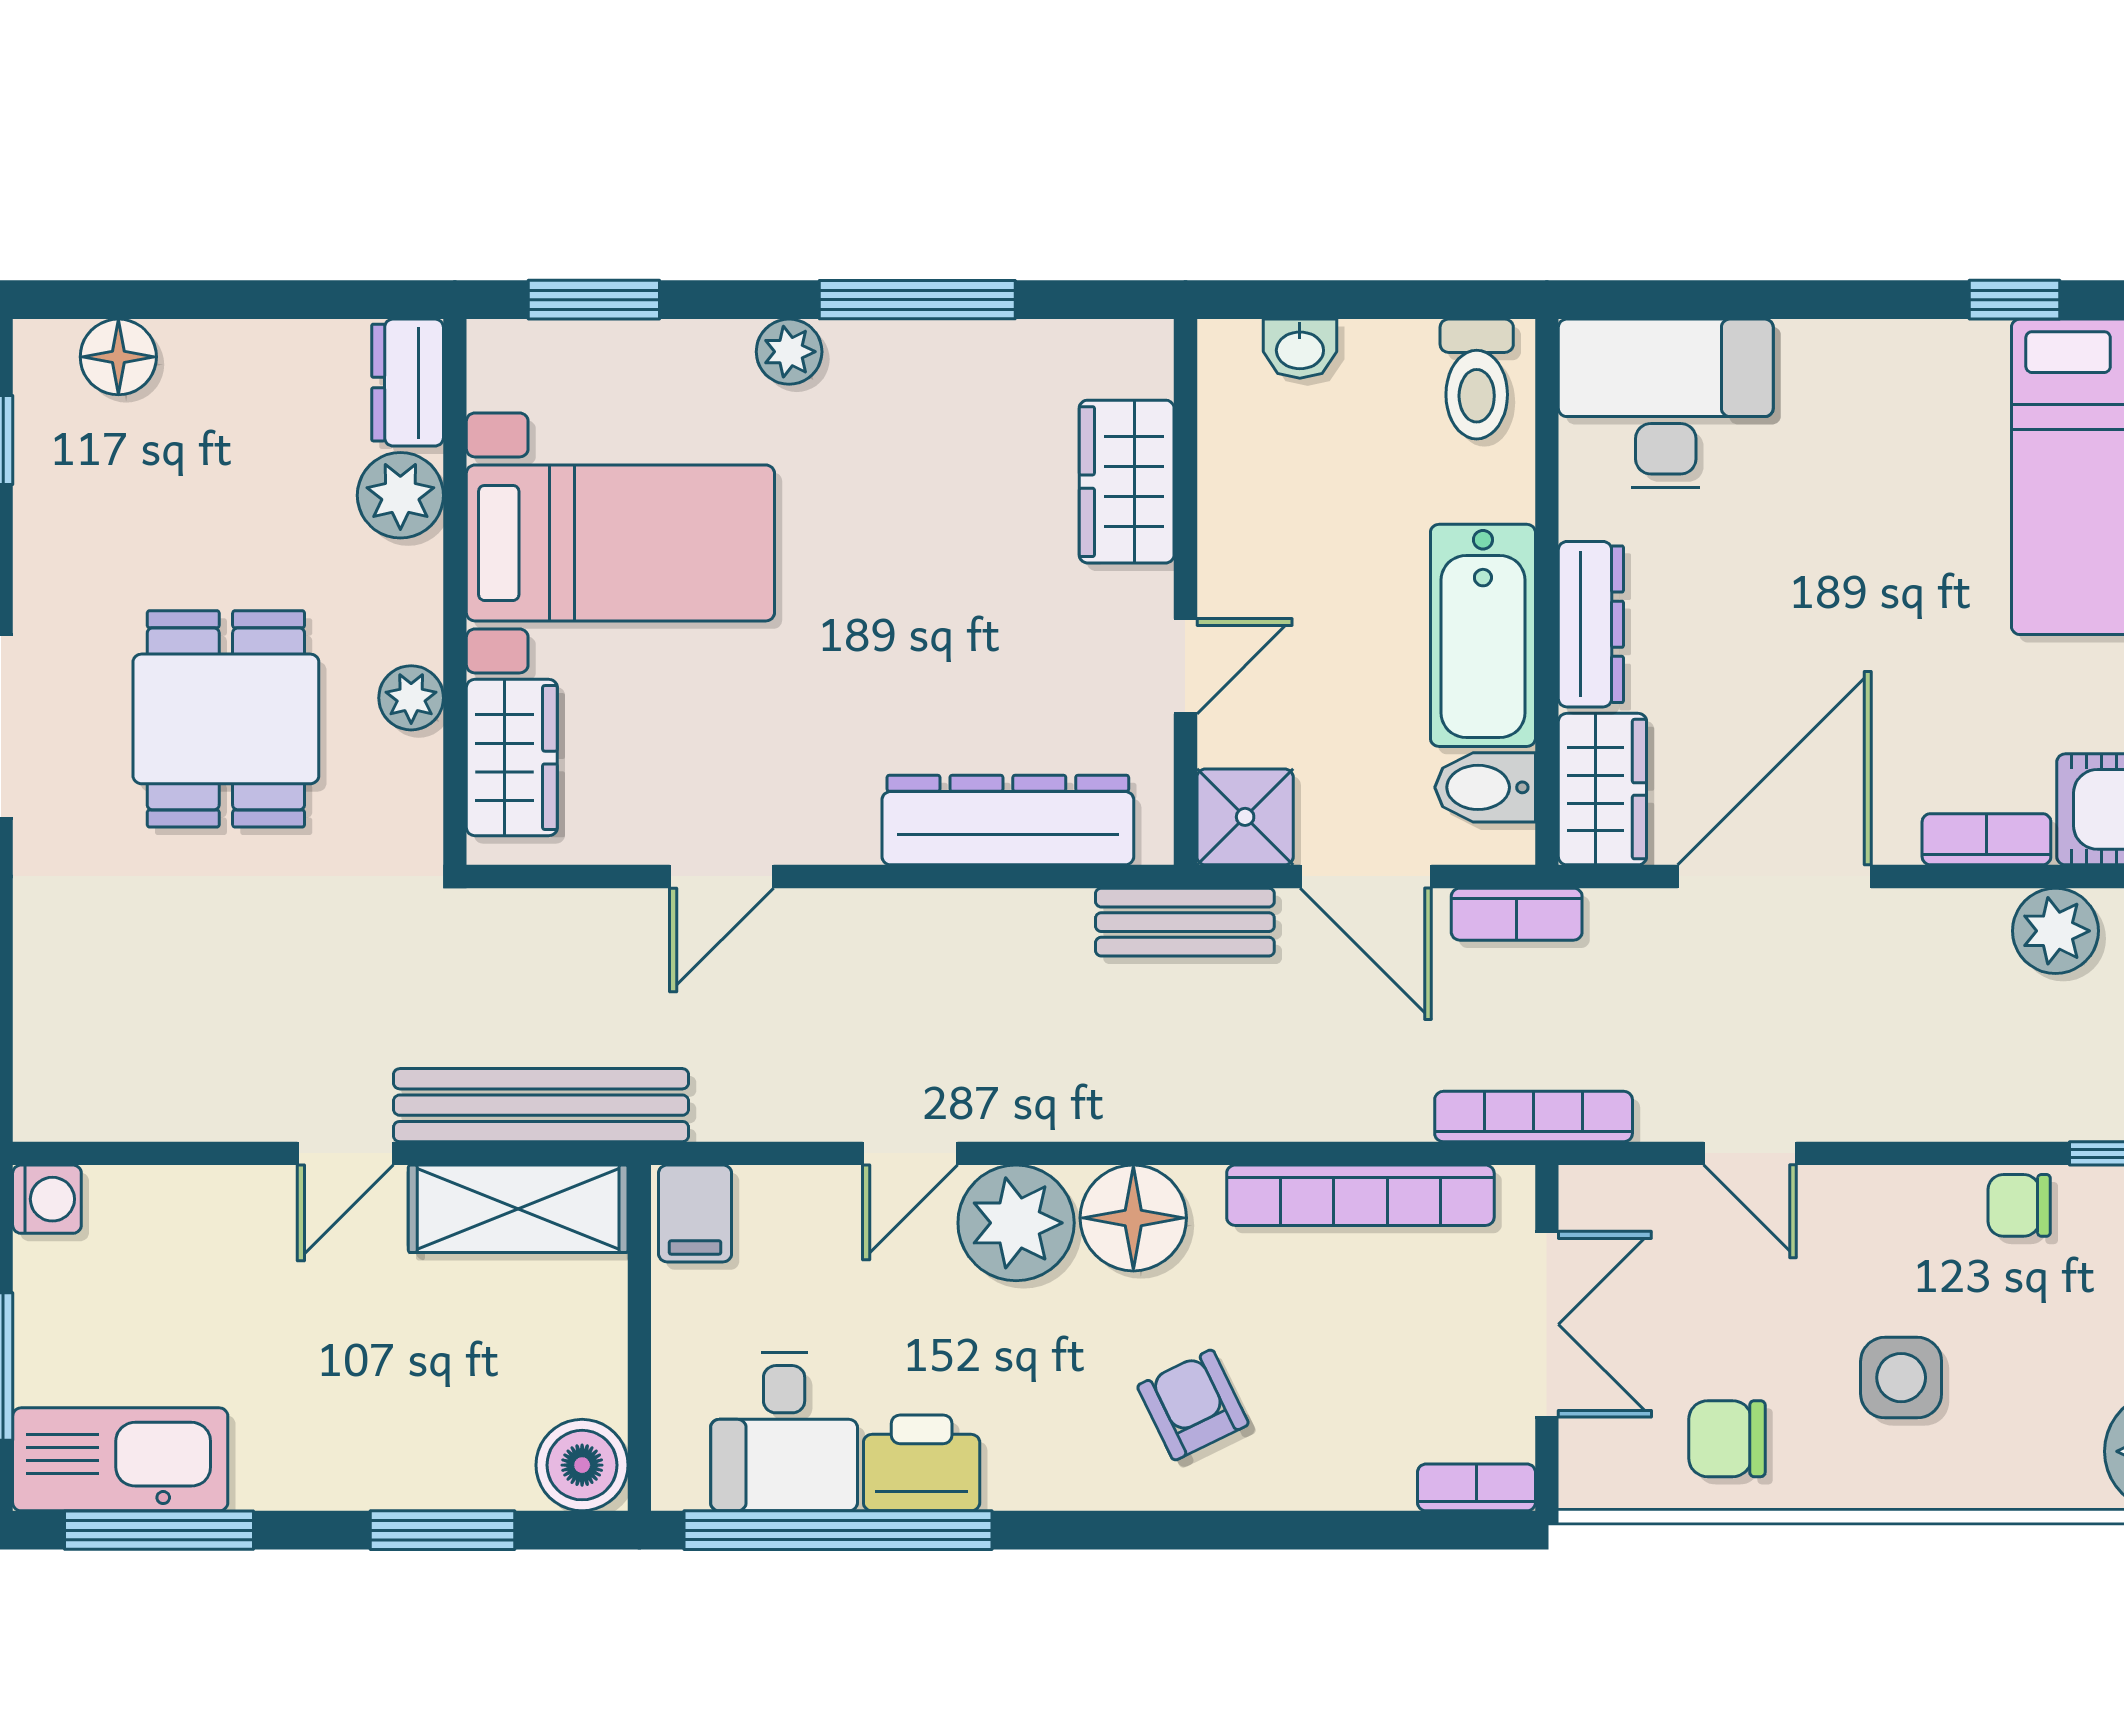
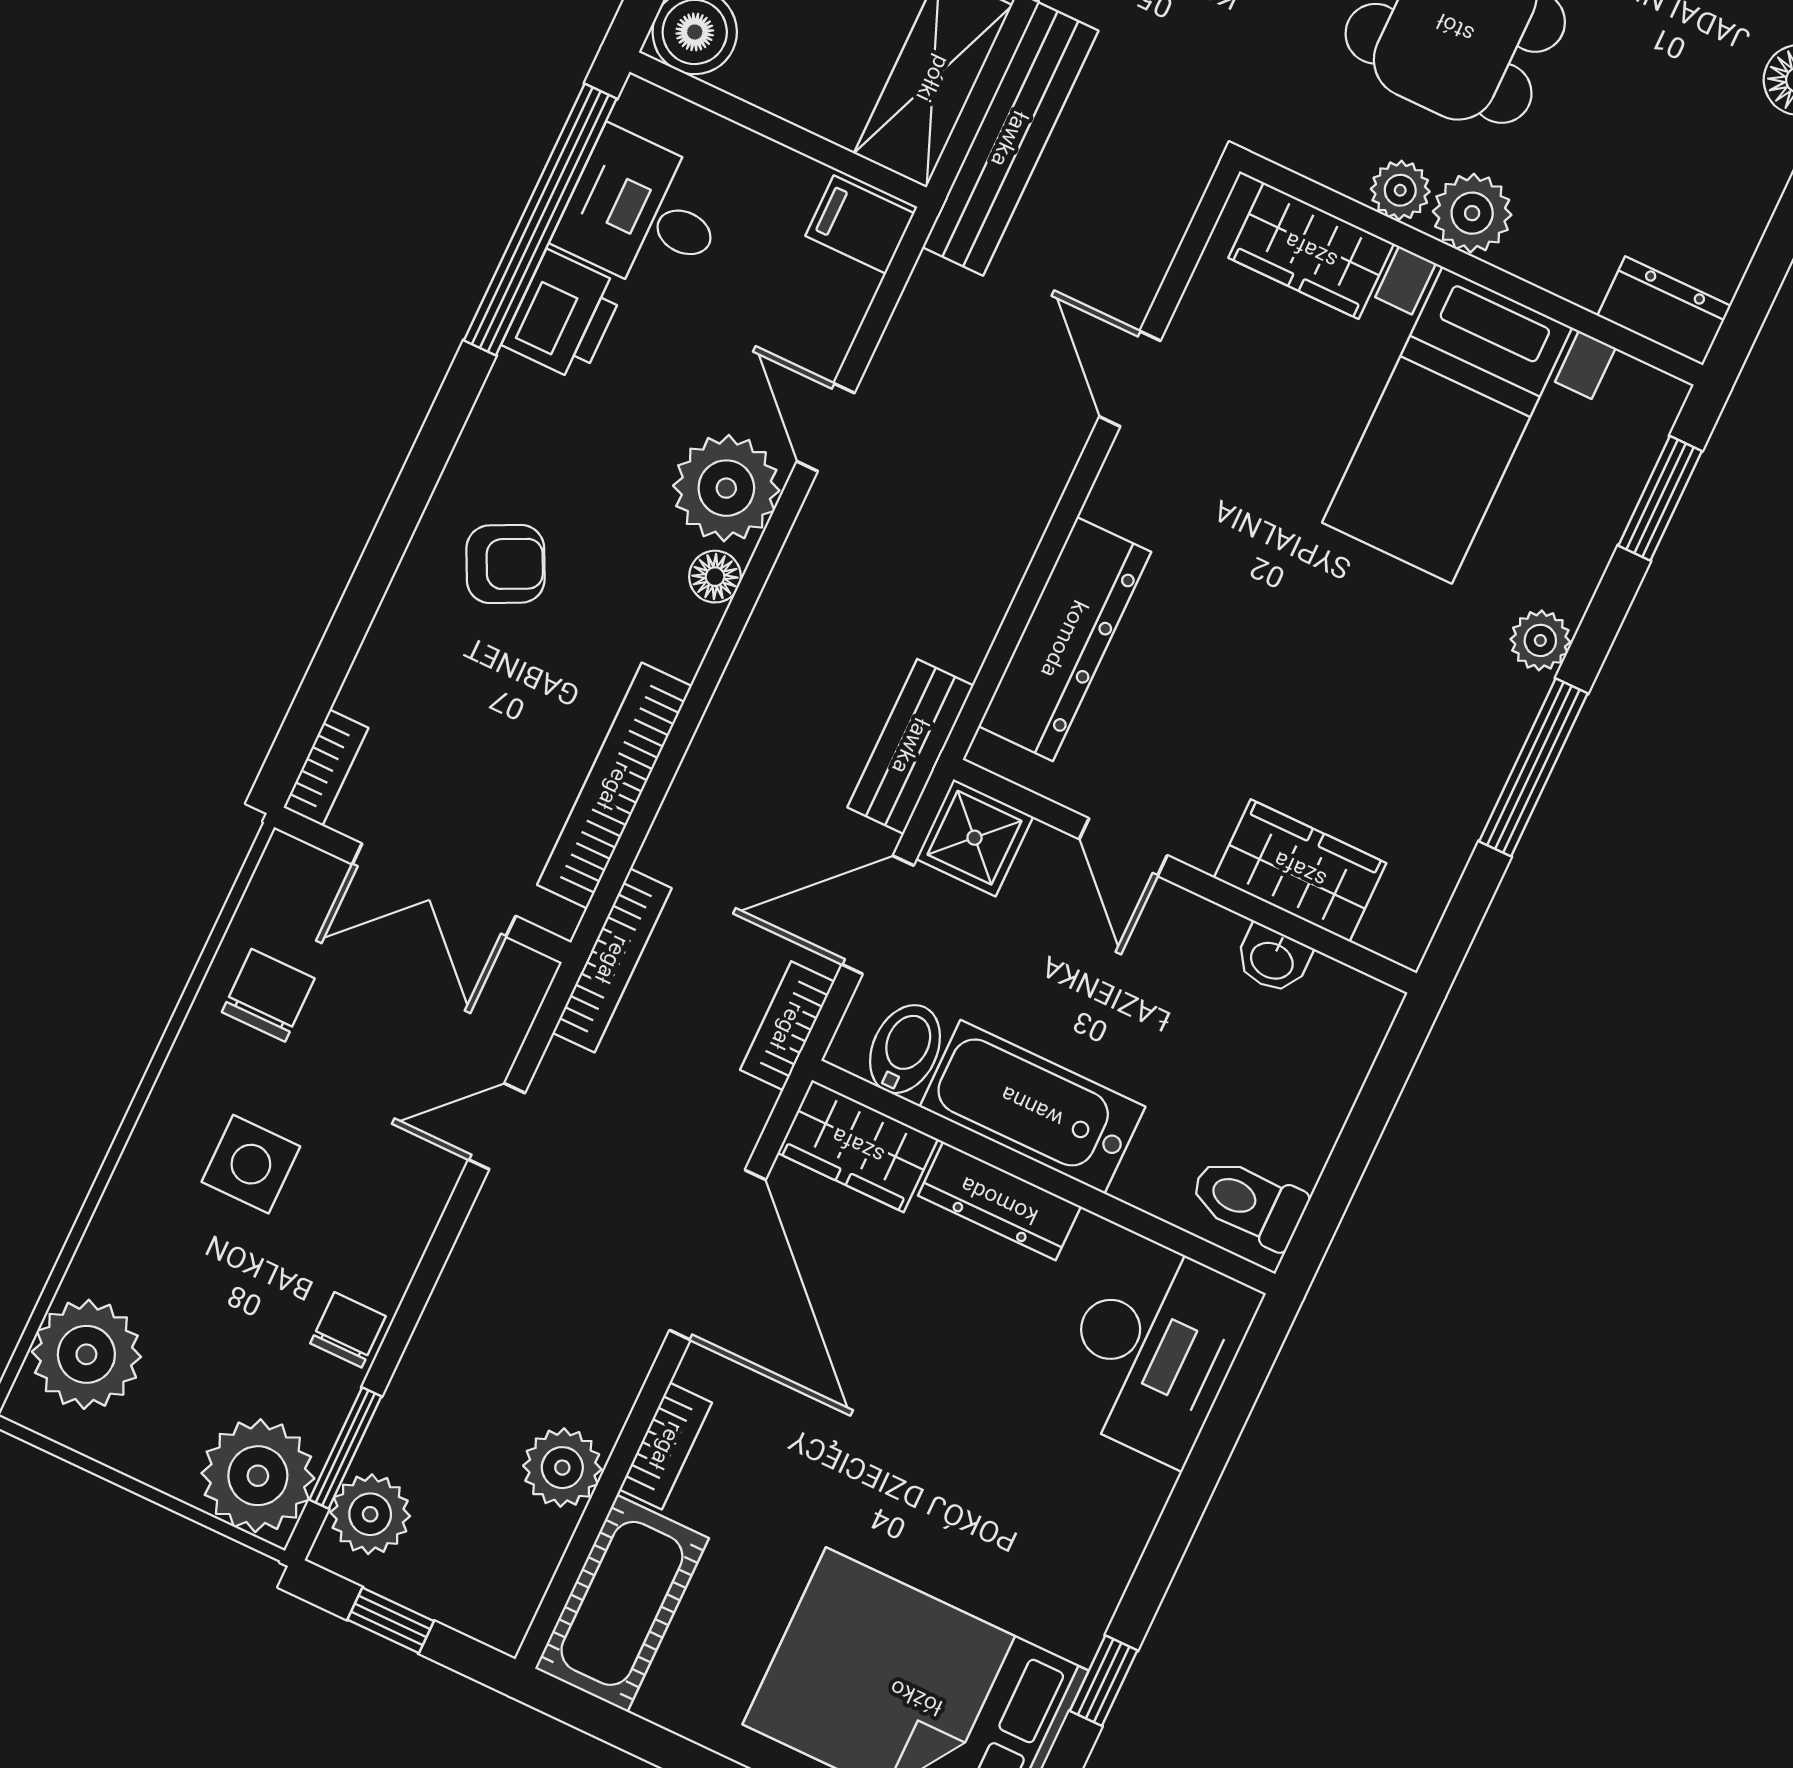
washbasin: (1300, 349) -> (1273, 959), moved, turned -90
plant: (400, 495) -> (1472, 213), moved
floor lamp: (1133, 1218) -> (715, 577), width x0.53, depth x0.53

